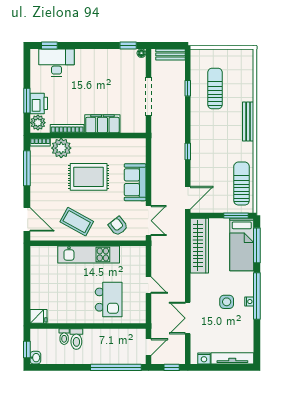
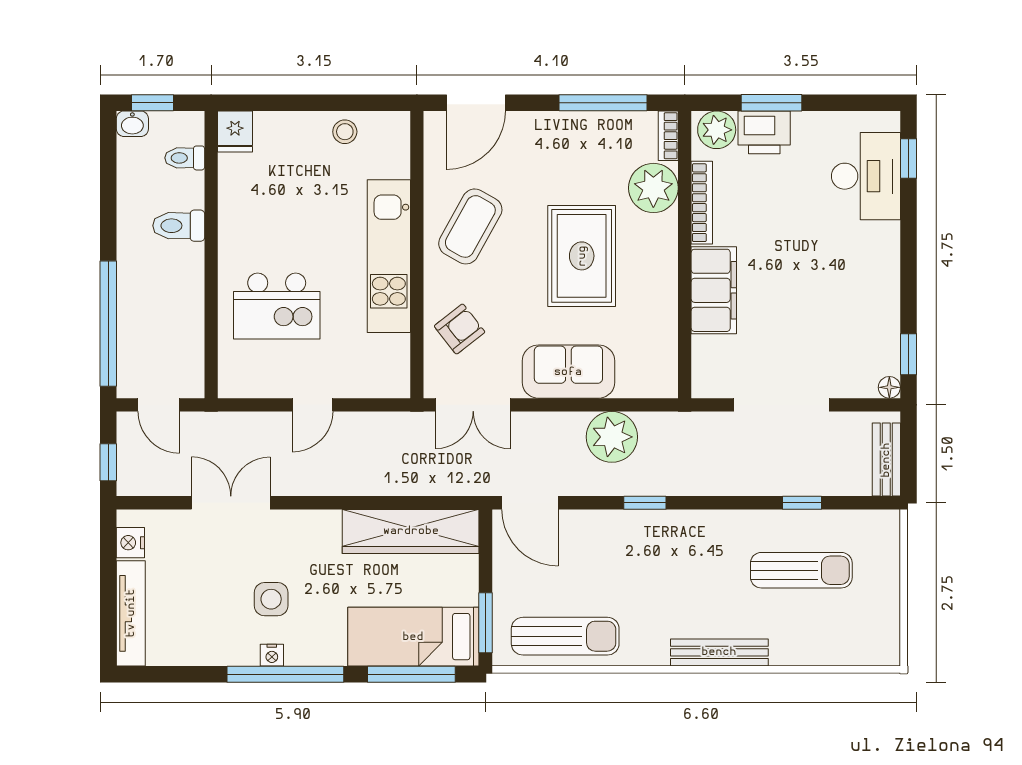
plant: (161, 165) -> (612, 437), added
stool: (39, 272) -> (345, 132), added
toilet: (64, 337) -> (185, 158), moved

